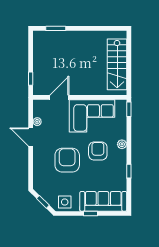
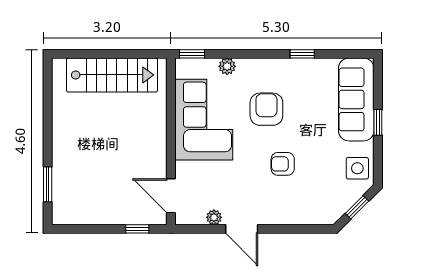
door: (59, 97) -> (171, 196), moved
door: (31, 137) -> (242, 229), hinge flipped
plant: (122, 144) -> (227, 66), moved
armchair: (98, 151) -> (266, 109), turned 90
armchair: (67, 160) -> (283, 164), width x0.53, depth x0.53

